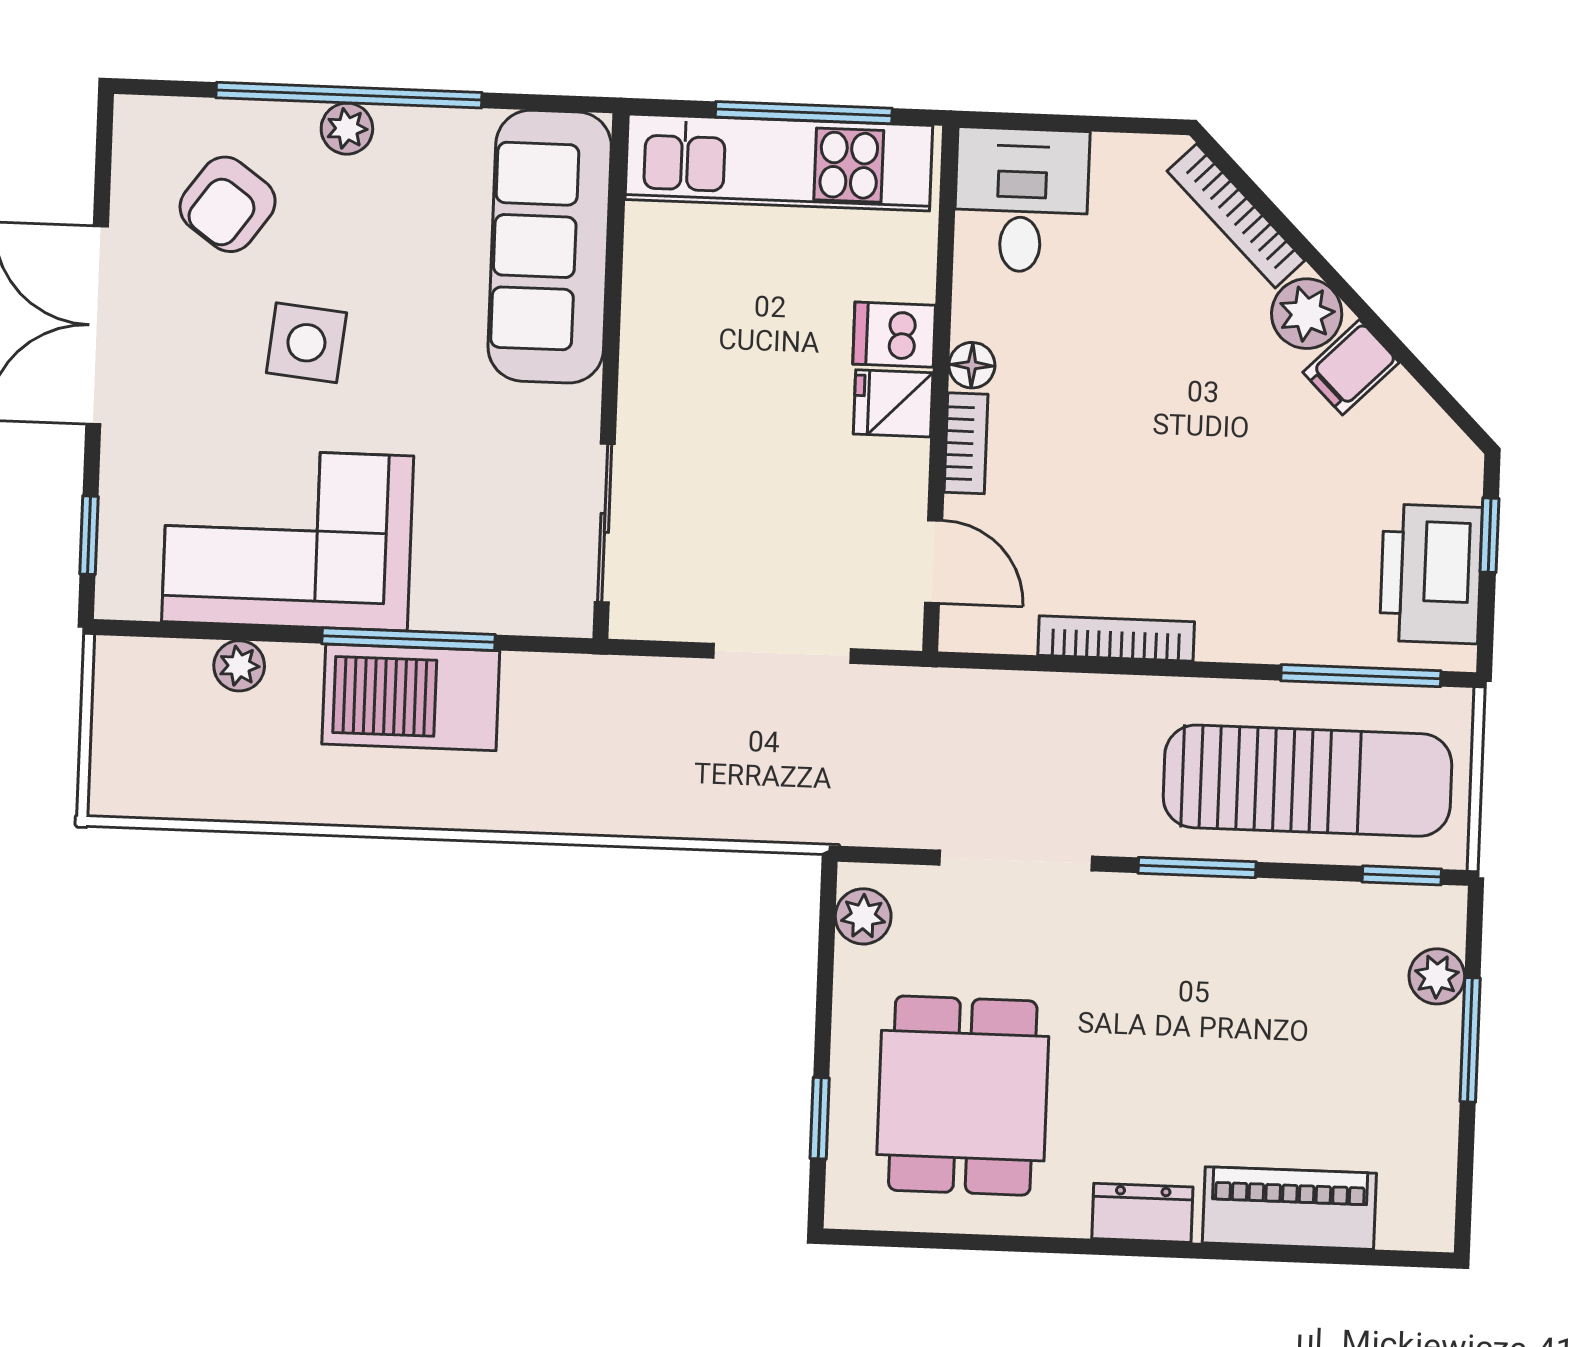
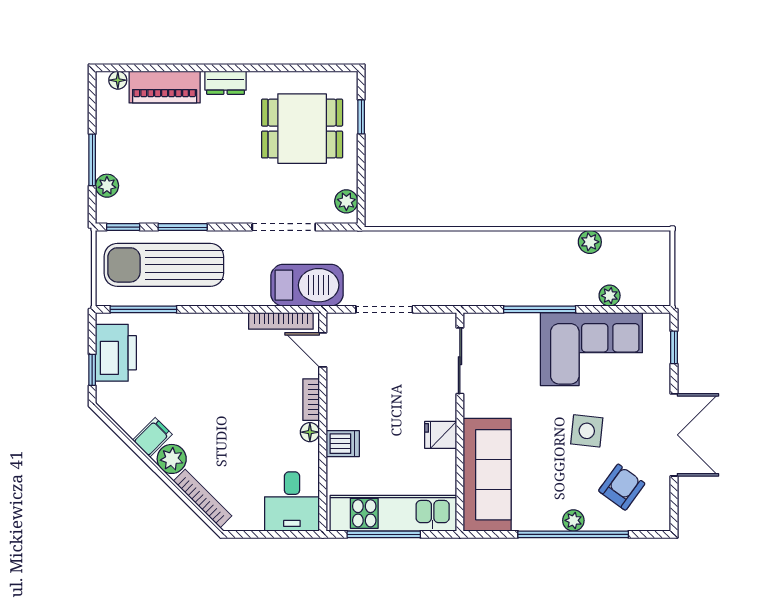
fridge: (893, 403) -> (441, 435), moved, turned 180
bookcase: (1116, 638) -> (281, 321), moved
barbecue: (411, 697) -> (307, 285), moved
plant: (282, 797) -> (590, 242), added
window: (1197, 868) -> (183, 227), moved
dining table: (963, 1096) -> (302, 129), turned 90
floor lamp: (1401, 1229) -> (118, 80), added

